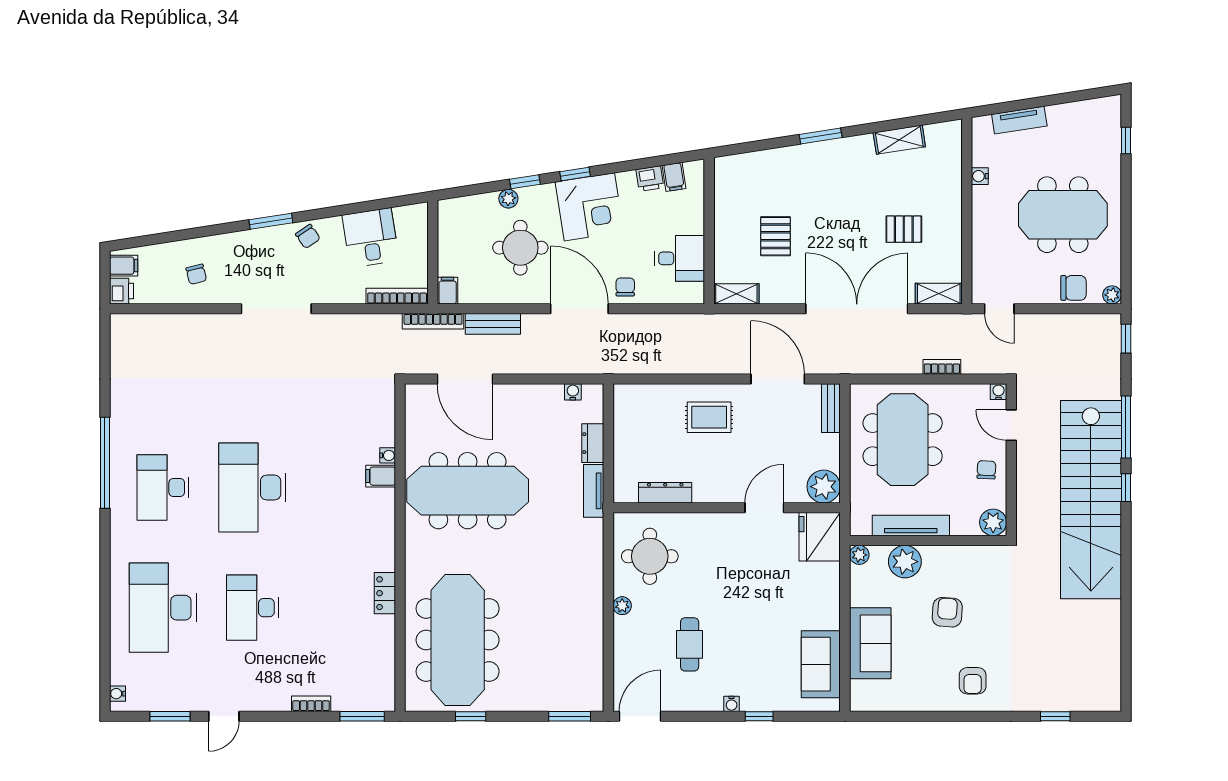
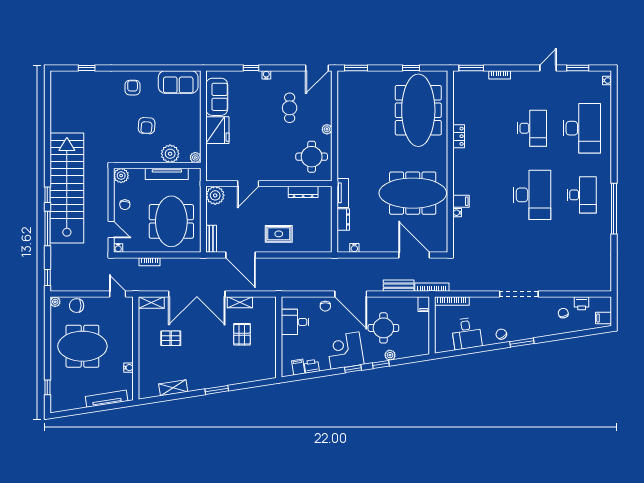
tv unit: (1019, 120) -> (107, 399), width x1.41
printer: (121, 291) -> (582, 303), moved, turned -90
shelving: (736, 294) -> (240, 302), moved
fridge: (820, 537) -> (217, 130), moved
sofa: (870, 643) -> (178, 82), moved, turned -90

